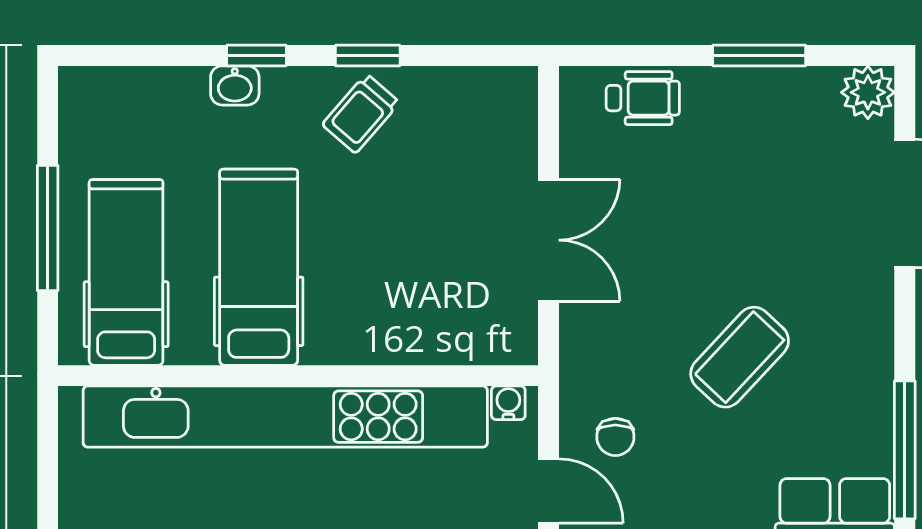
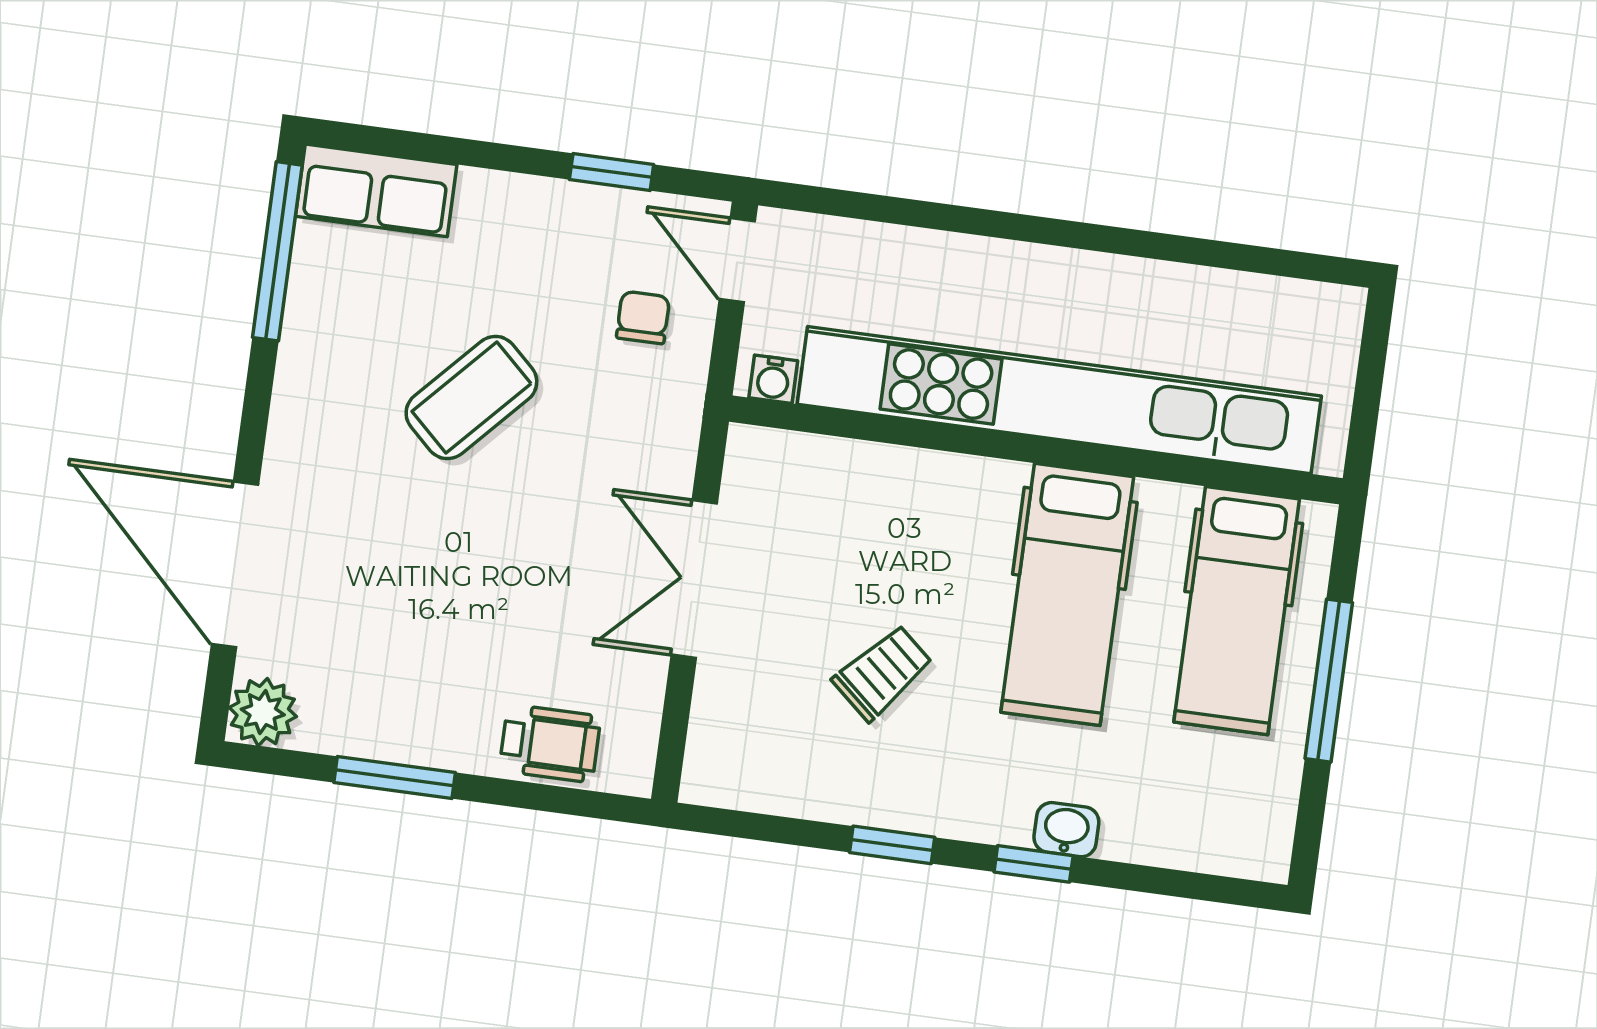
wheelchair: (643, 98) -> (550, 743), turned 180
trolley: (361, 114) -> (883, 673), moved

